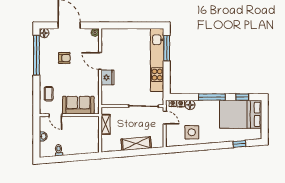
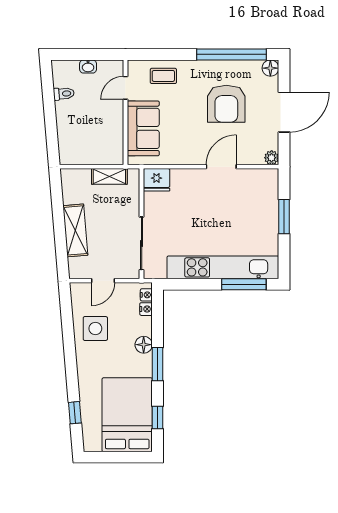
window: (128, 25) -> (284, 217), added
armchair: (64, 58) -> (226, 104), width x1.88, depth x1.88
fridge: (107, 77) -> (156, 180), moved
window: (212, 97) -> (158, 364), width x0.69
floor lamp: (190, 105) -> (144, 345), moved
door: (165, 118) -> (103, 281), moved

